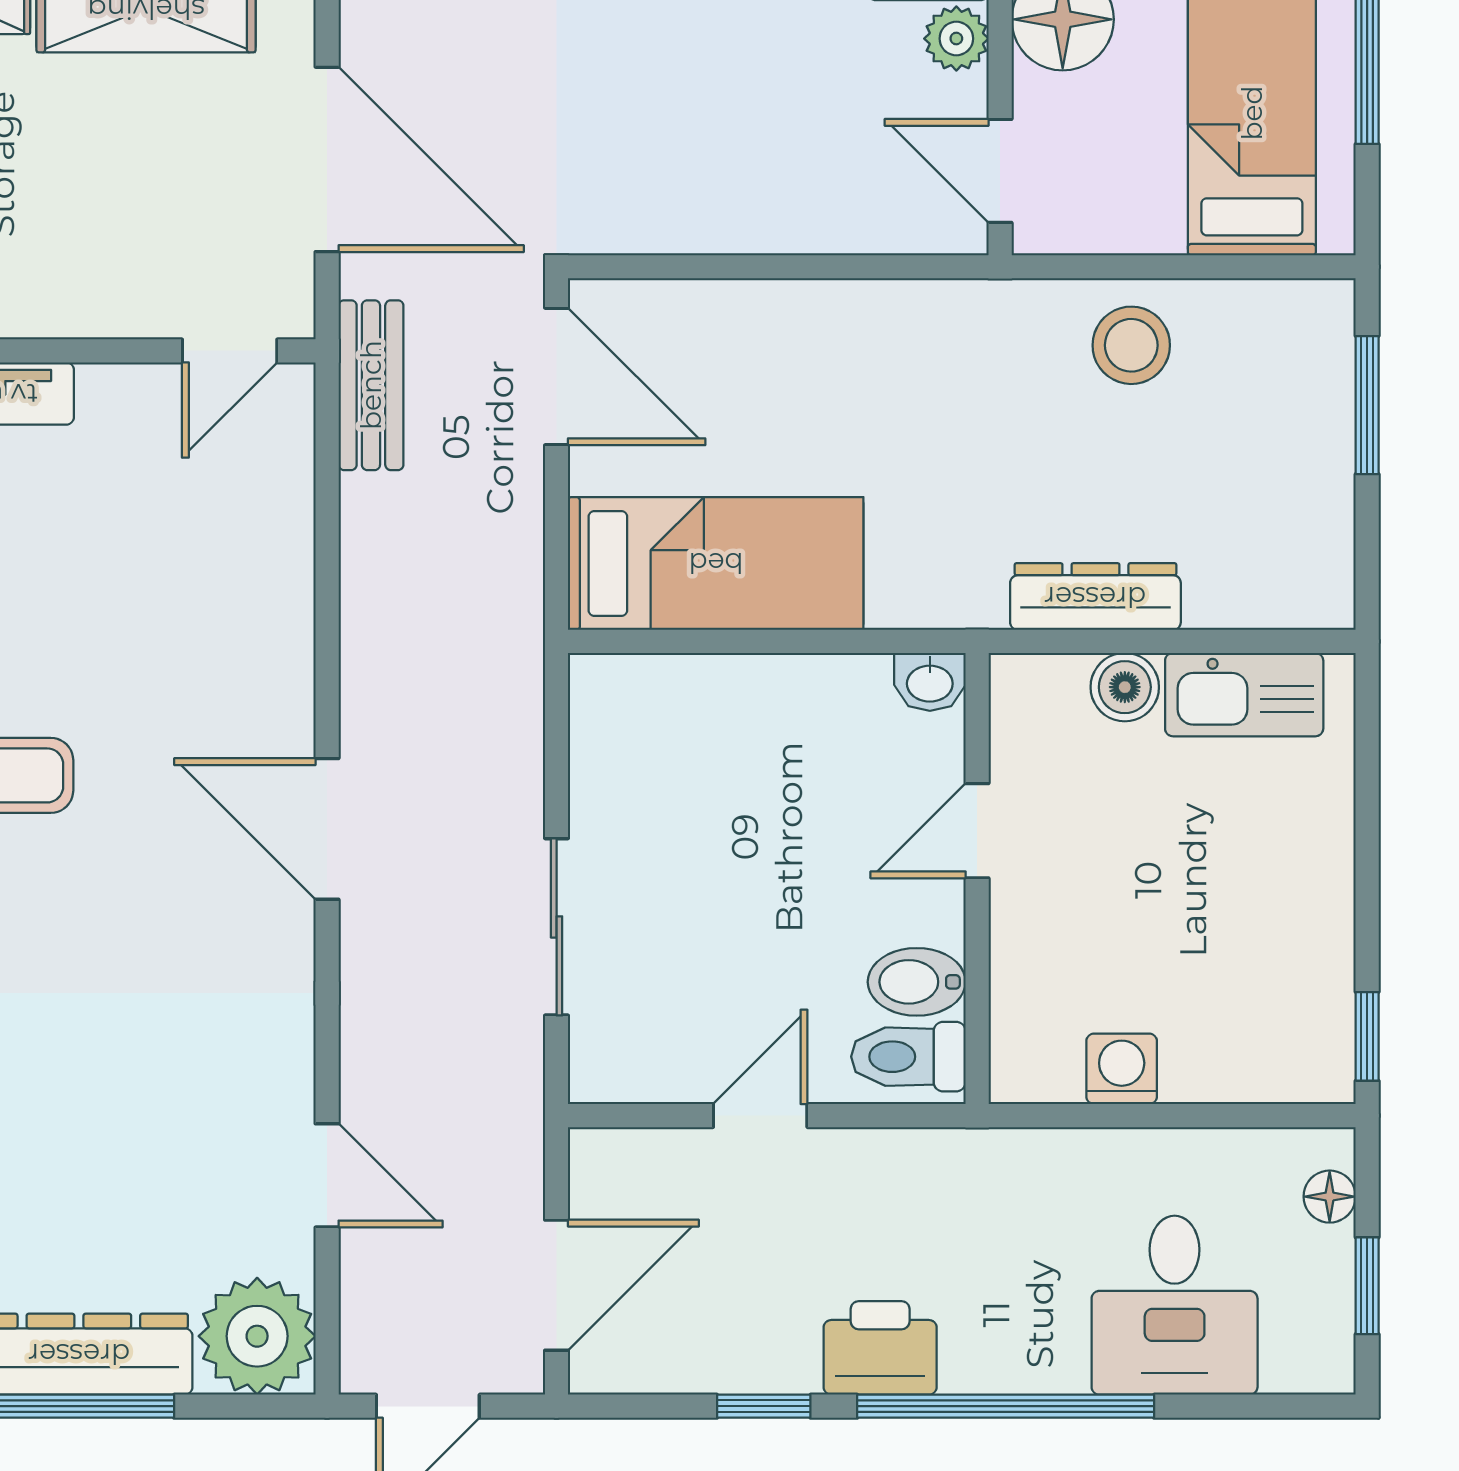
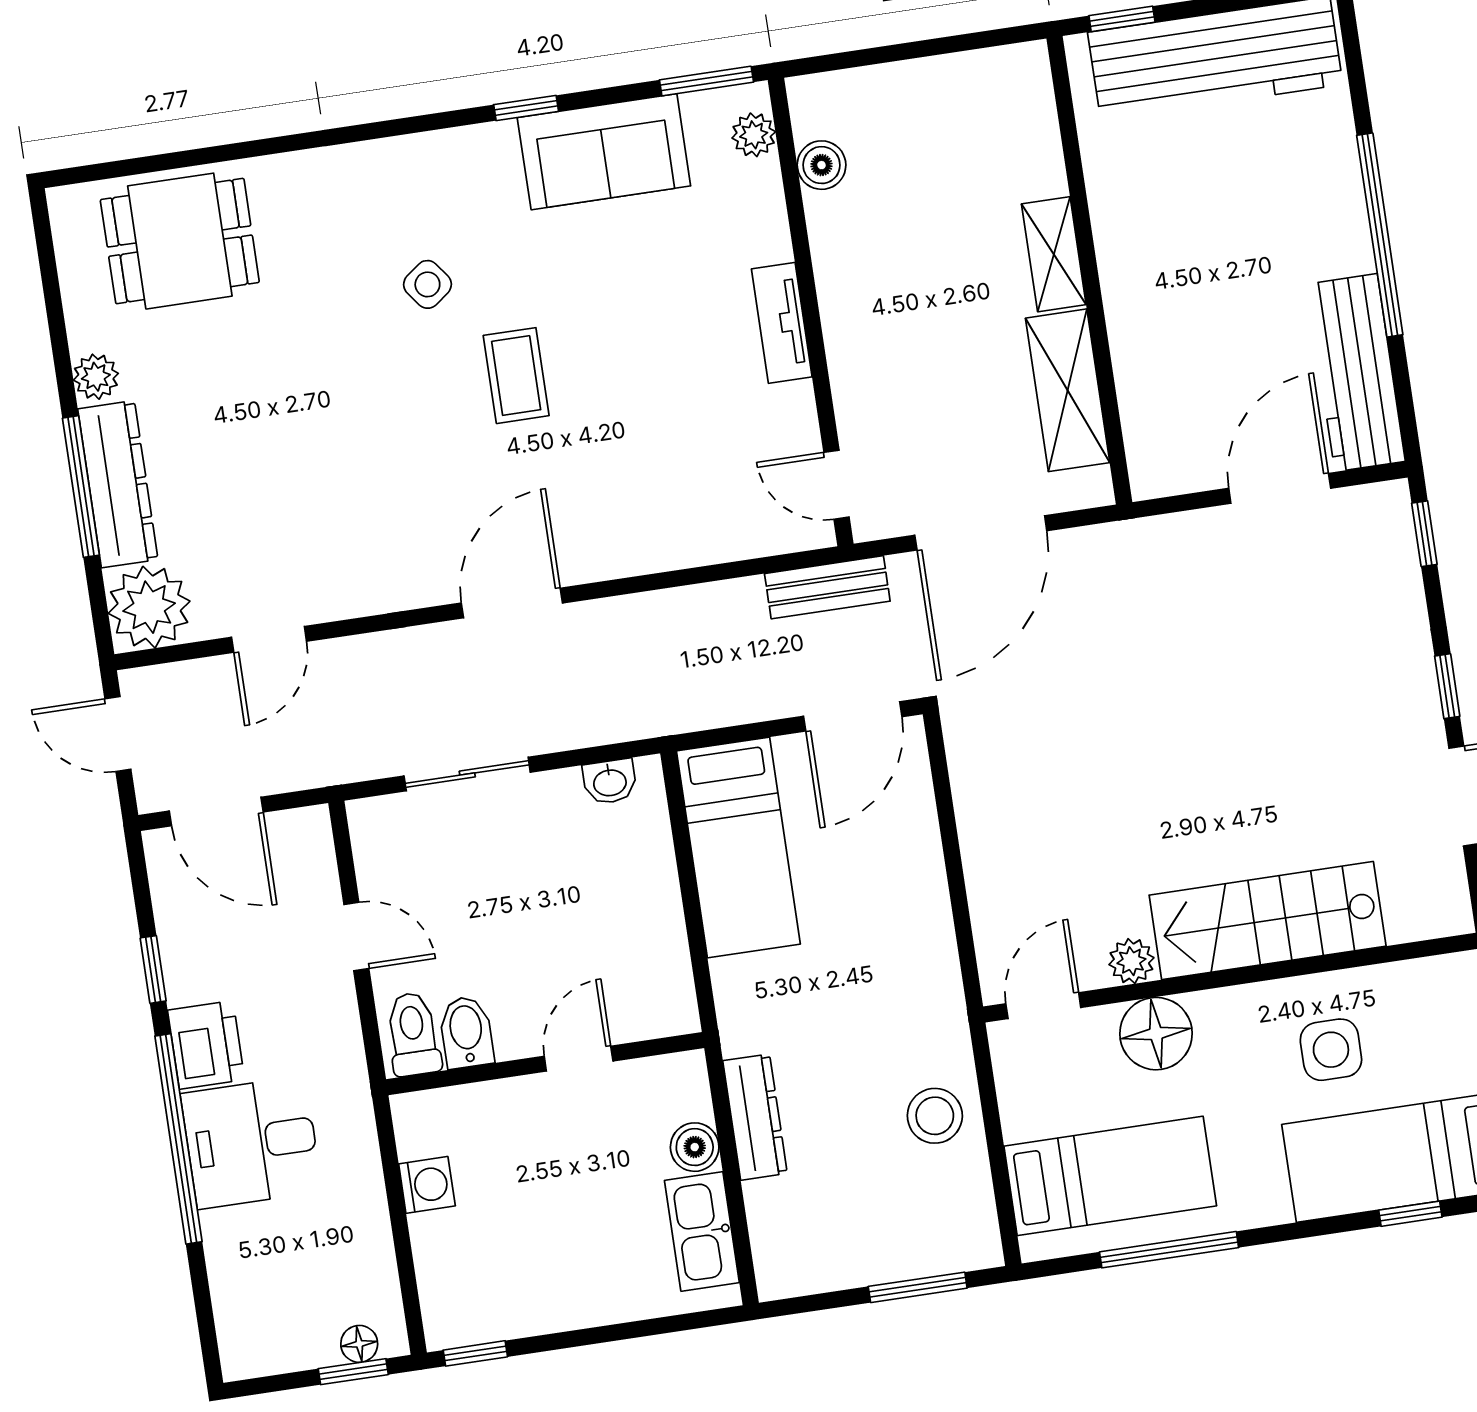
washbasin: (930, 682) -> (610, 782), moved, turned -90
door: (977, 831) -> (579, 1059), hinge flipped
window: (1367, 1286) -> (353, 1372), moved
desk: (1175, 1305) -> (251, 1142), moved

